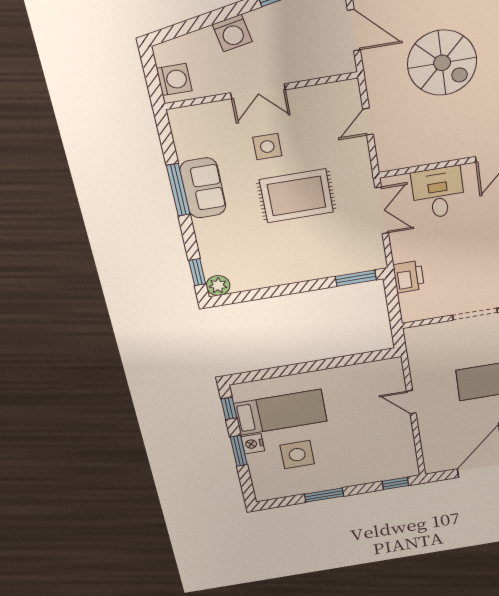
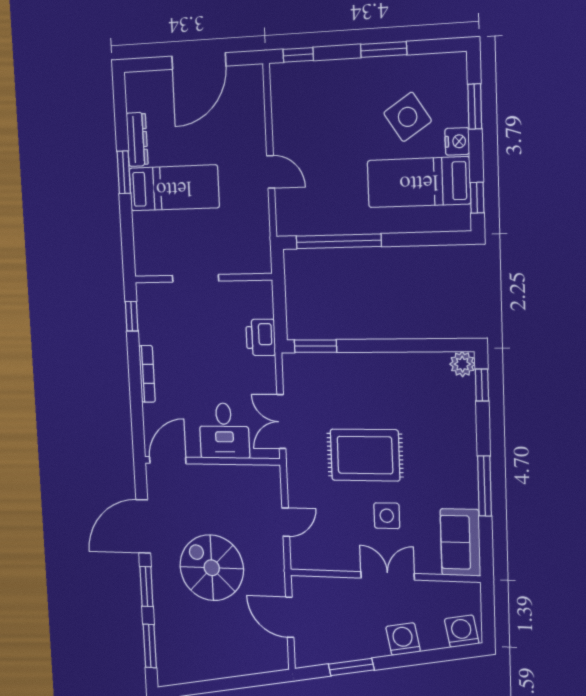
washing machine: (174, 79) -> (462, 631), moved, turned 79
sofa: (203, 188) -> (460, 542), moved
window: (344, 361) -> (339, 241), added
window: (239, 451) -> (475, 107), moved
side table: (297, 455) -> (408, 117), turned -33

